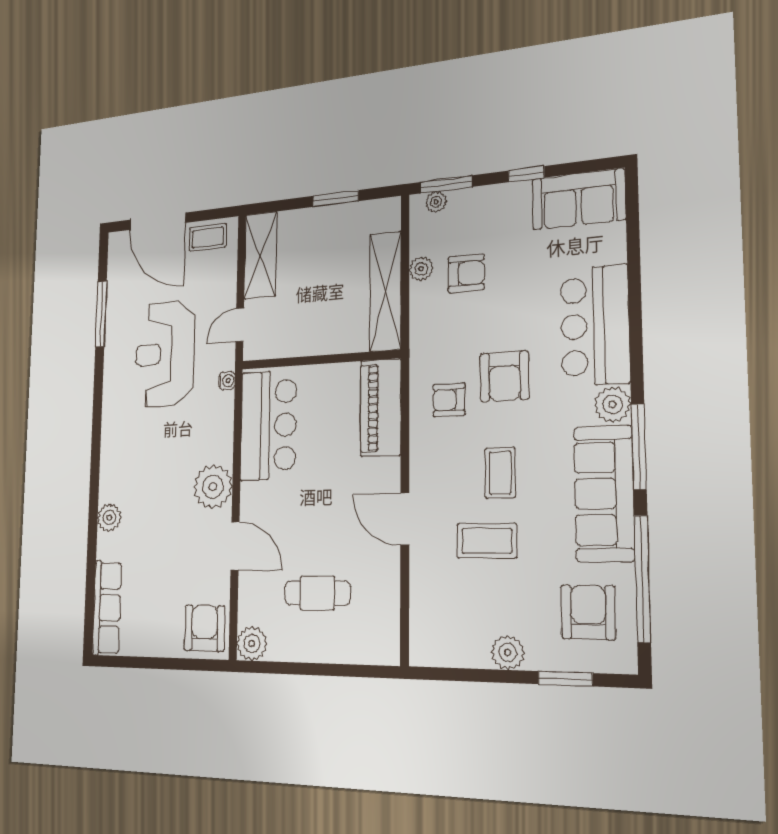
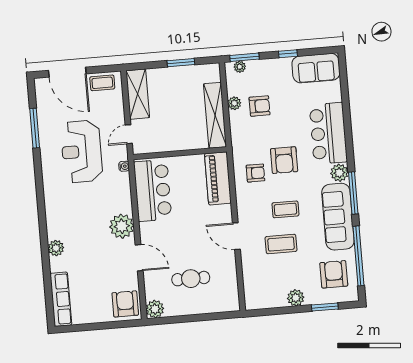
armchair: (449, 400) -> (255, 173), turned 180
coffee table: (500, 473) -> (285, 209), turned 90

